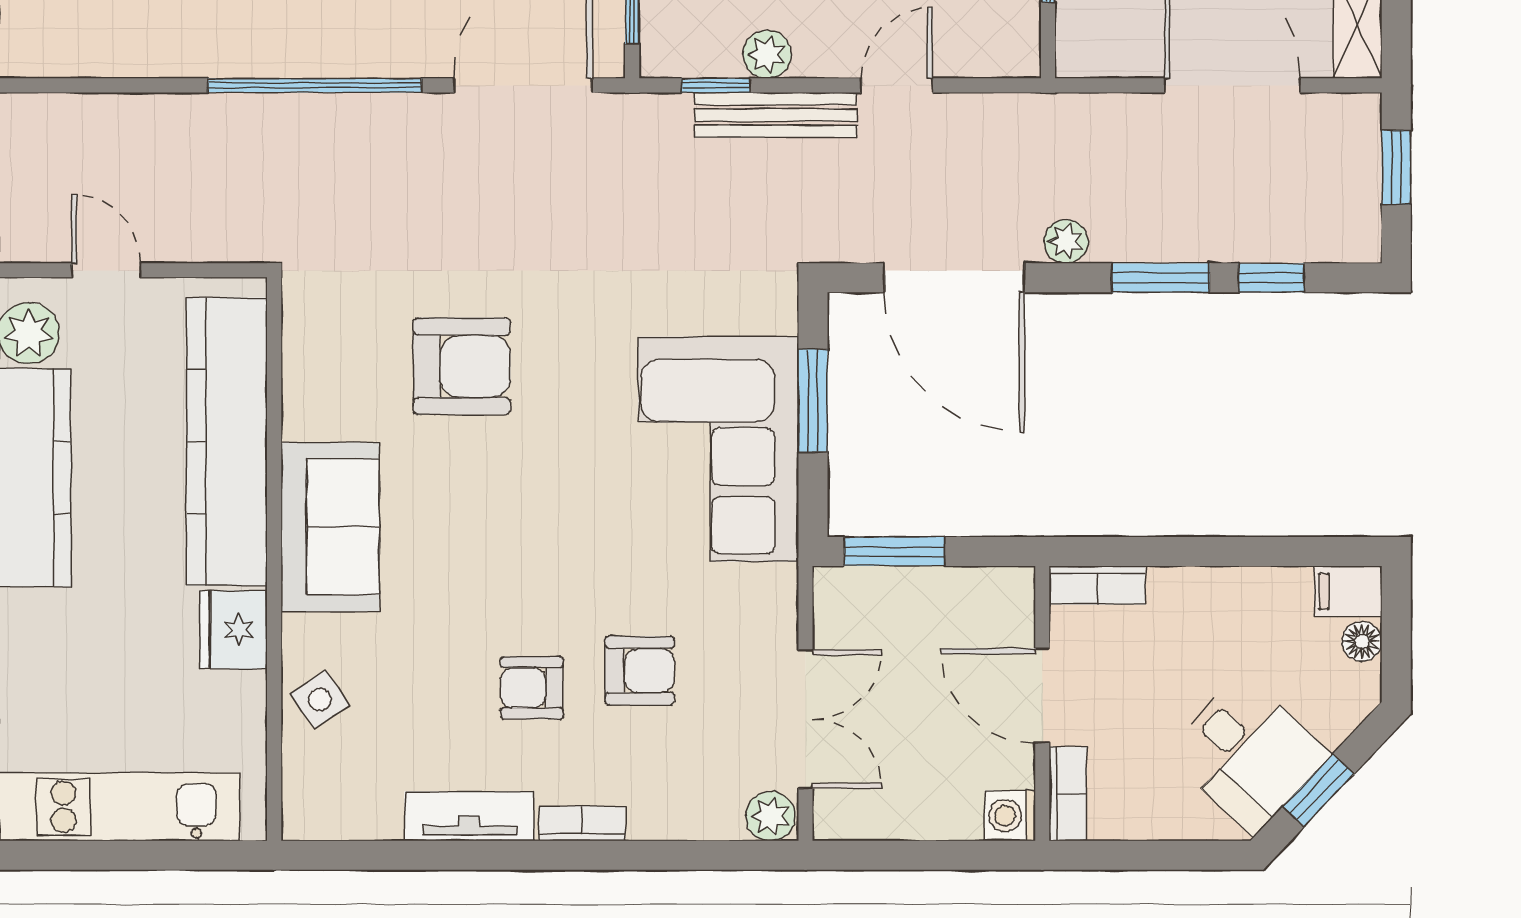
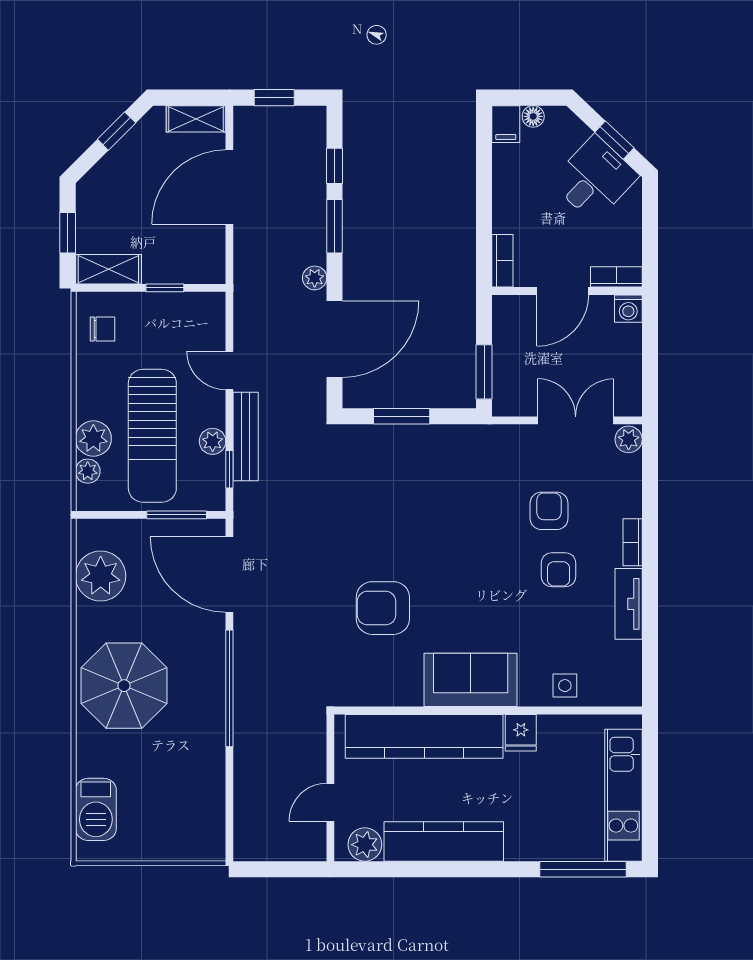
armchair: (462, 366) -> (383, 608), turned -90
corner sofa: (718, 449) -> (428, 468), removed
fridge: (233, 630) -> (521, 733), width x0.72
side table: (320, 700) -> (565, 686), turned 34

